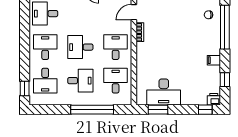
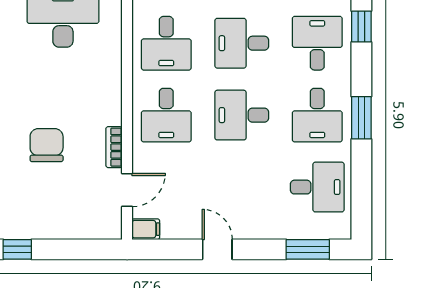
chair: (171, 33) -> (47, 145), added
window: (25, 46) -> (361, 118), added
desk: (80, 47) -> (242, 115), turned 180

